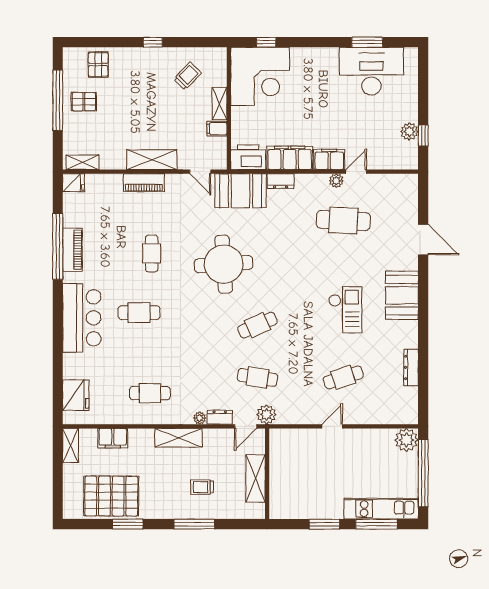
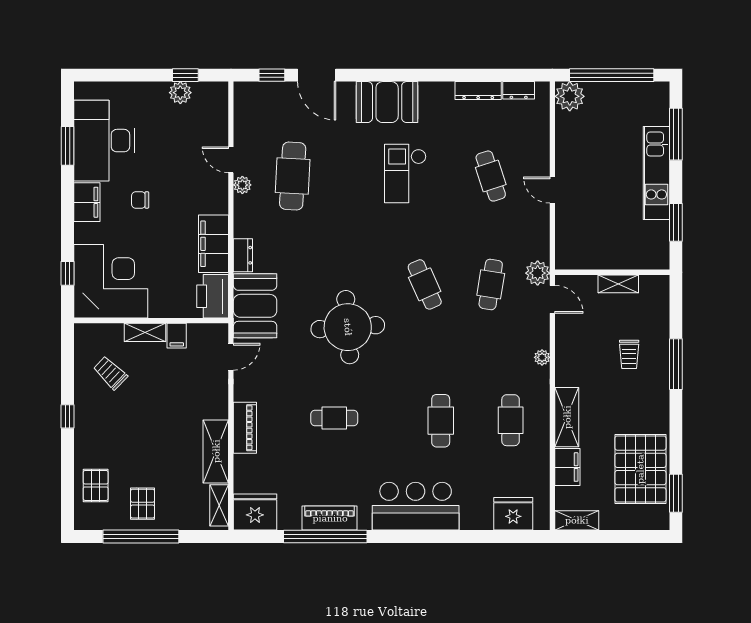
pallet: (98, 64) -> (96, 485), turned 90
chair: (324, 100) -> (140, 200), added
filing cabinet: (329, 159) -> (87, 202), moved, turned 180
shelving: (152, 160) -> (216, 451), moved
fridge: (74, 183) -> (255, 512), width x1.88, depth x1.34
window: (423, 204) -> (272, 75), added
door: (423, 240) -> (317, 75), swing flipped
checkout: (345, 310) -> (405, 174), turned -90
cafe table: (139, 313) -> (441, 421), moved
dresser: (220, 417) -> (519, 90), moved, turned -90
shelving: (179, 438) -> (567, 417), moved
shelving: (256, 478) -> (618, 284), width x0.67, depth x0.75
kitchen unit: (381, 509) -> (656, 173), moved
window: (128, 524) -> (676, 493), moved
window: (324, 524) -> (676, 222), moved

